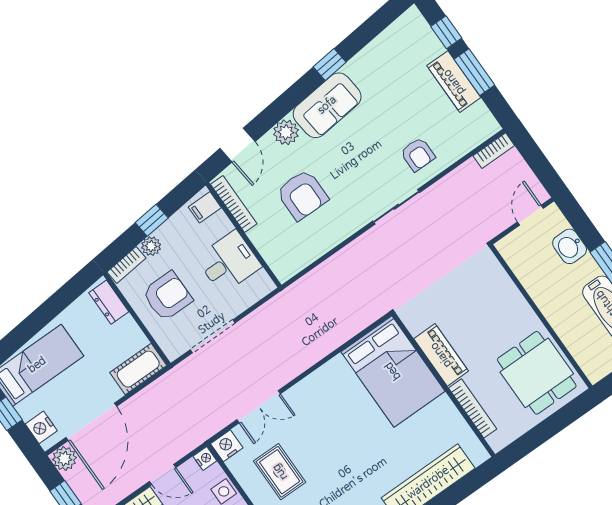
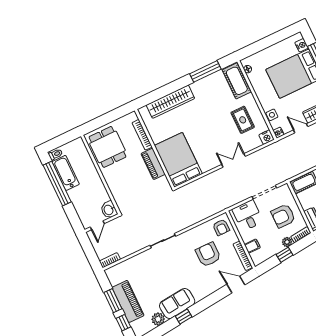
piano: (454, 82) -> (128, 301), width x1.37, depth x1.33
sofa: (327, 105) -> (177, 303), moved
plant: (286, 132) -> (158, 319), moved
door: (238, 145) -> (236, 285), hinge flipped
armchair: (418, 154) -> (221, 227), moved, turned 180
filing cabinet: (205, 207) -> (252, 246), moved
washbasin: (570, 246) -> (109, 210), moved, turned 180
desk: (229, 262) -> (248, 216), moved, turned 90
double door: (259, 407) -> (233, 160), moved

